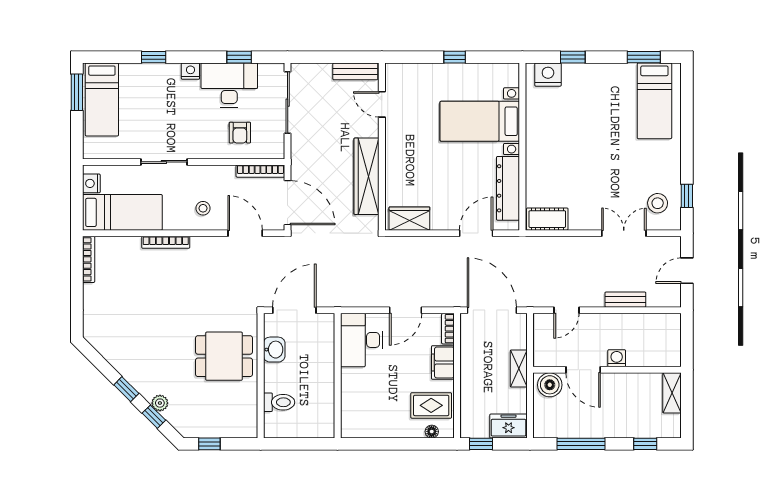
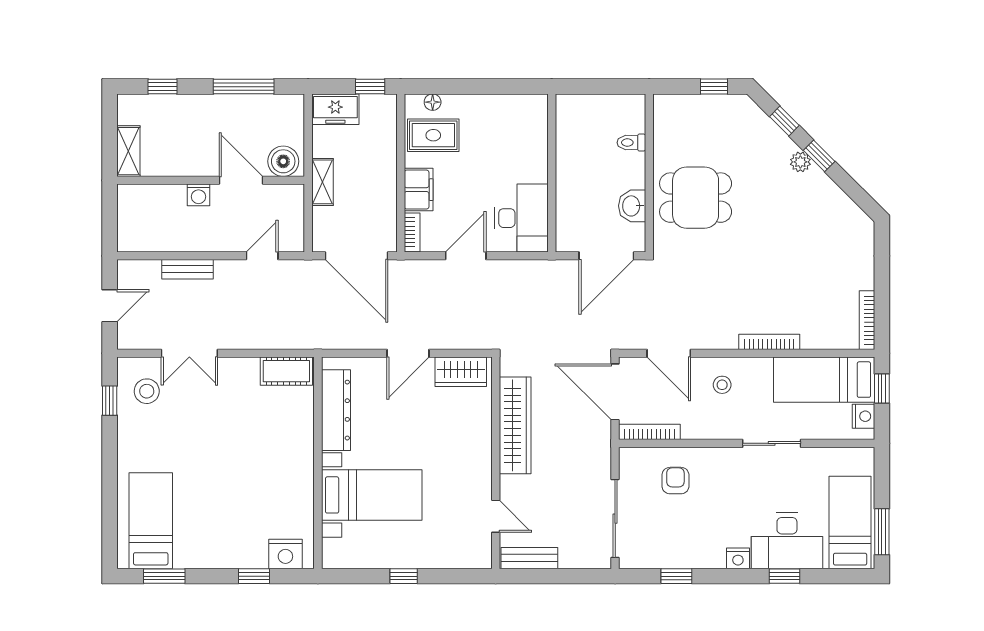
desk: (229, 85) -> (787, 541), moved
window: (77, 205) -> (882, 388), added
door: (476, 233) -> (408, 353), moved
toilet: (279, 402) -> (631, 143), width x0.73, depth x0.72
plant: (160, 403) -> (800, 162), moved

